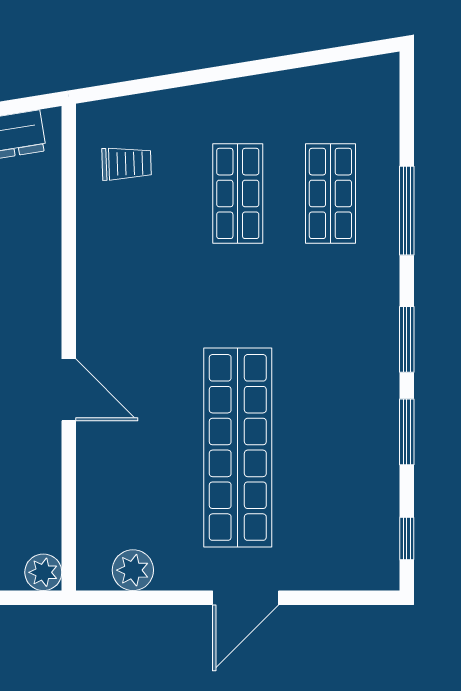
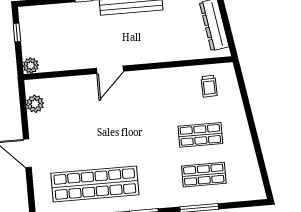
shop shelf: (238, 447) -> (95, 184), moved

